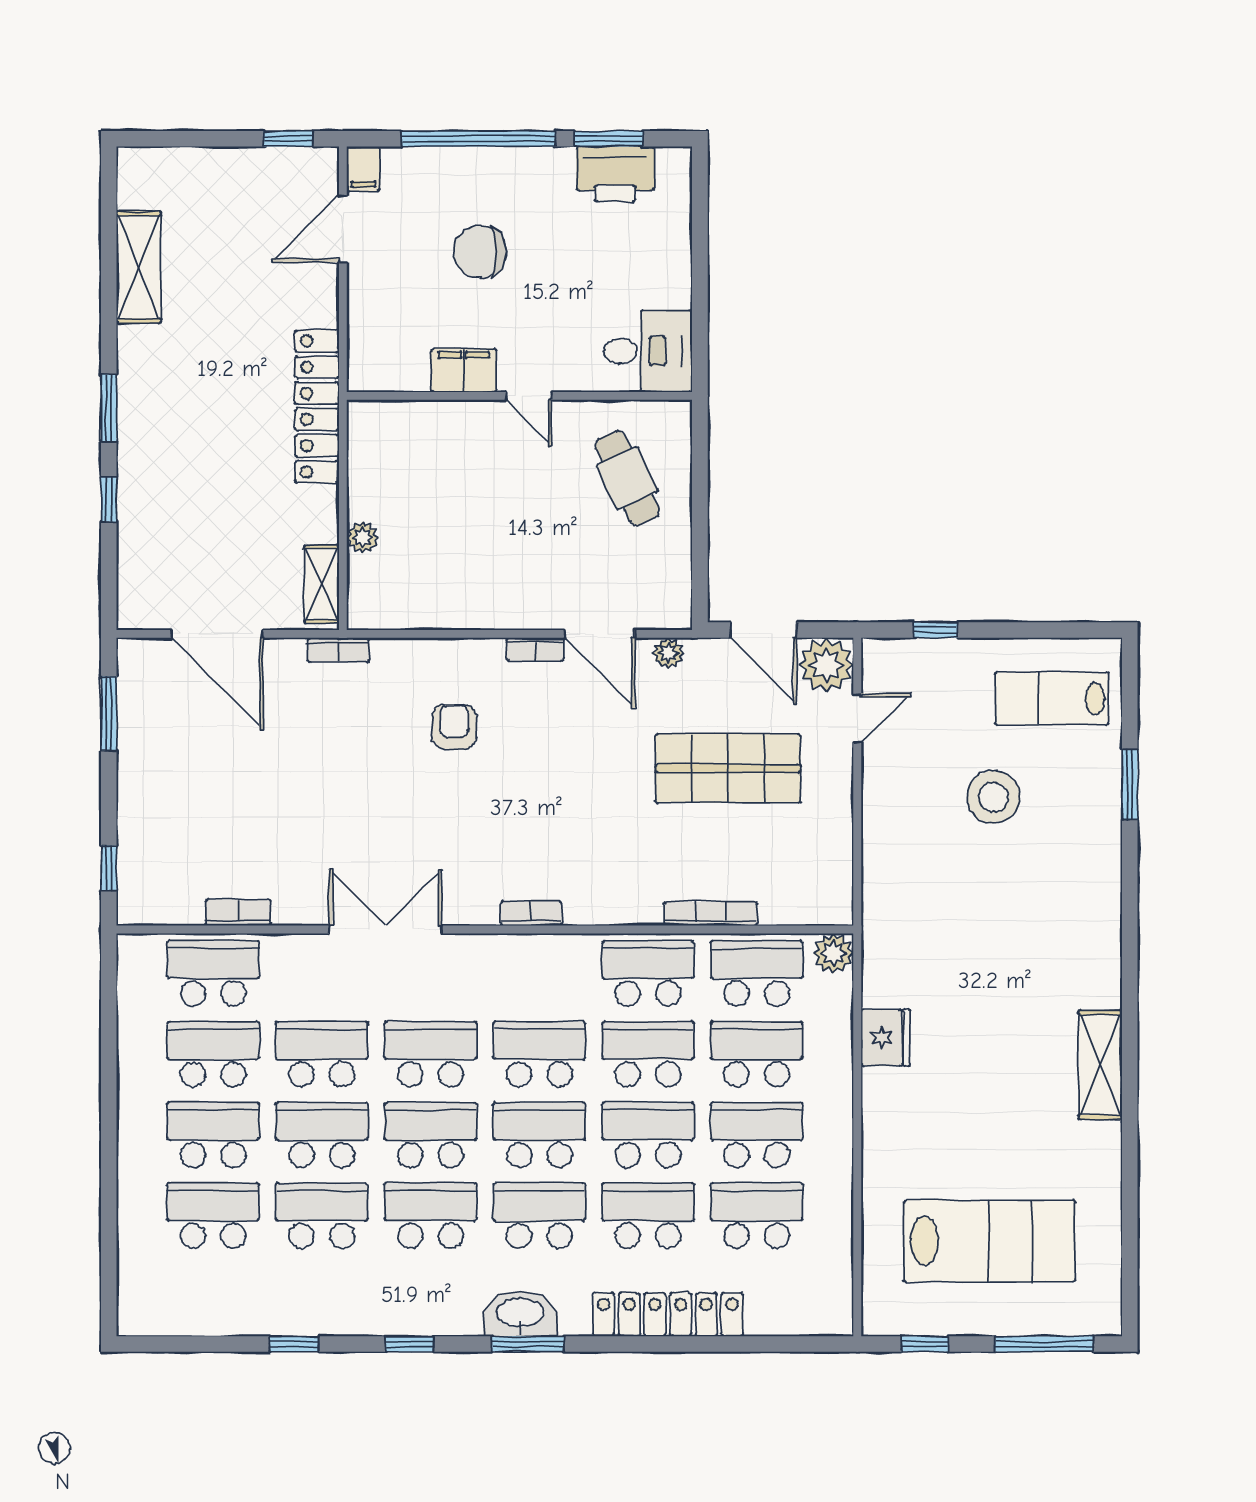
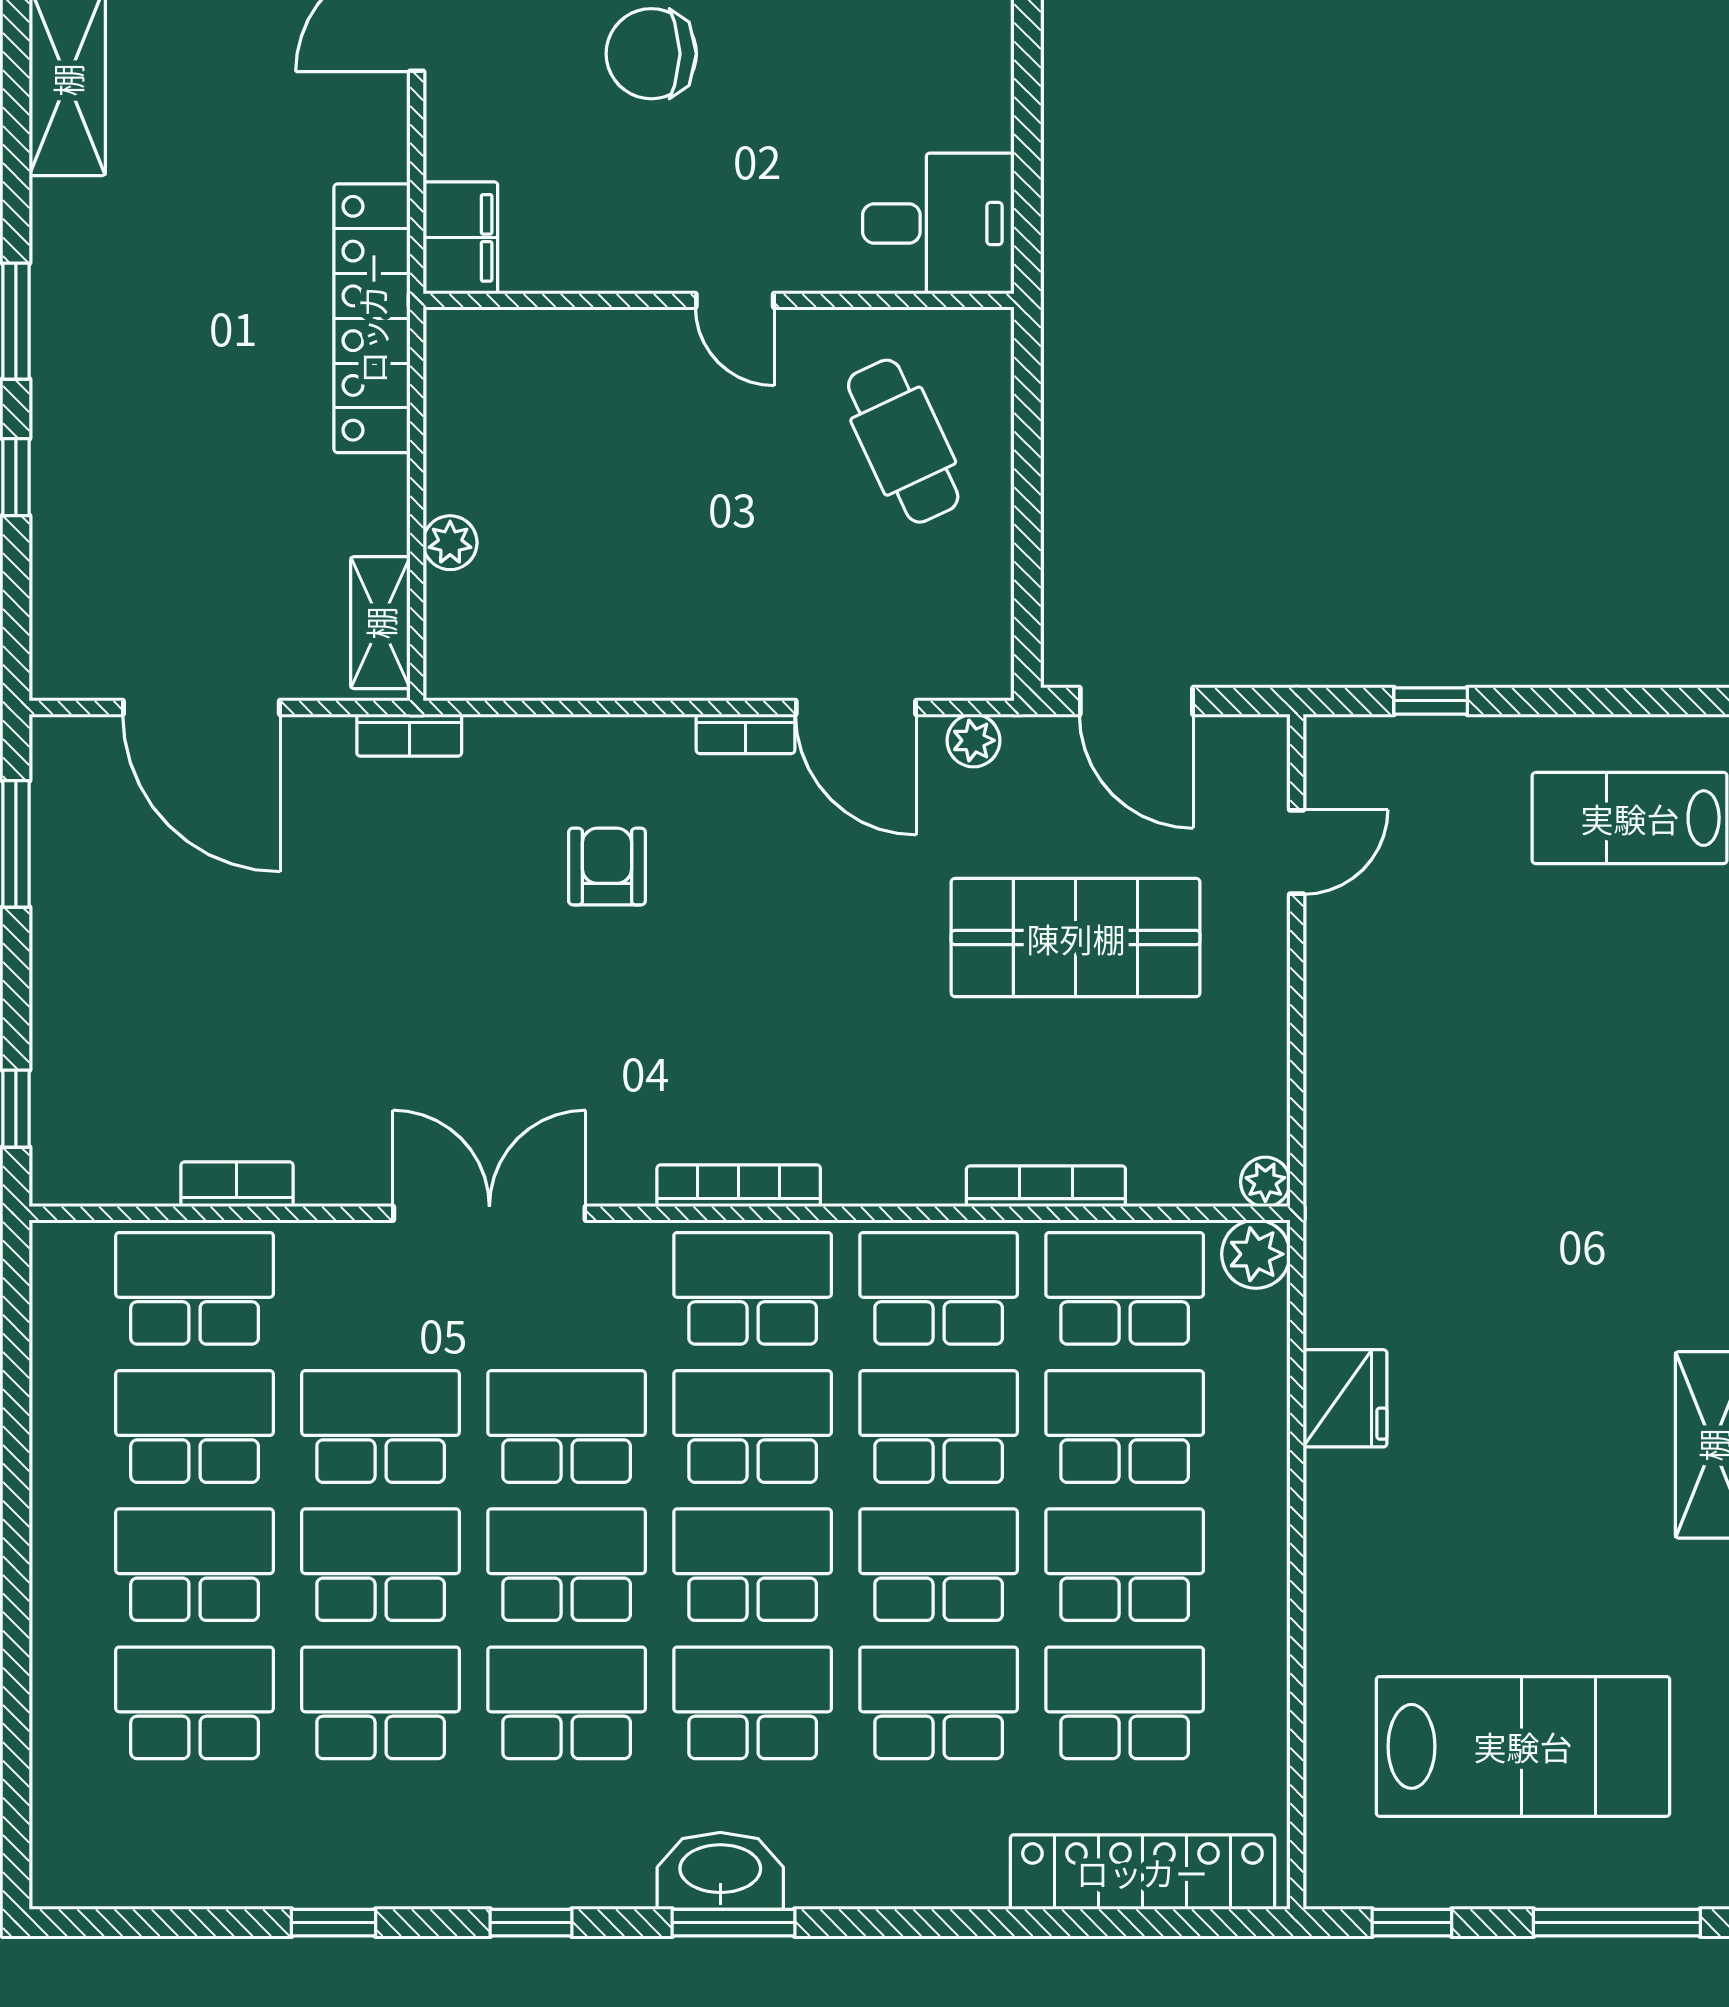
filing cabinet: (464, 370) -> (460, 238), moved, turned 90
plant: (826, 665) -> (1265, 1182), moved, width x0.53, depth x0.53
stool: (994, 797) -> (1530, 987), removed
bookcase: (531, 913) -> (739, 1186), width x1.56
school desk: (539, 973) -> (753, 1288), added
locker: (668, 1315) -> (1142, 1872), moved

